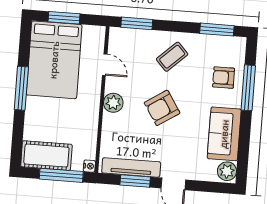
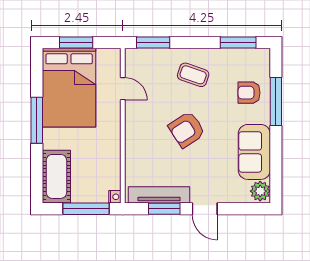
coffee table: (172, 57) -> (193, 75), turned 62
plant: (113, 103) -> (135, 128), removed
cot: (46, 156) -> (56, 176), moved, turned 90

